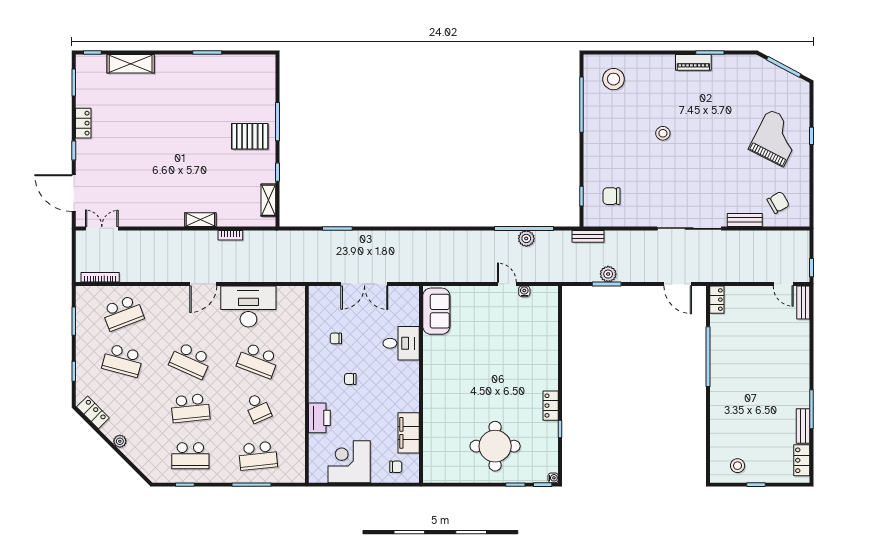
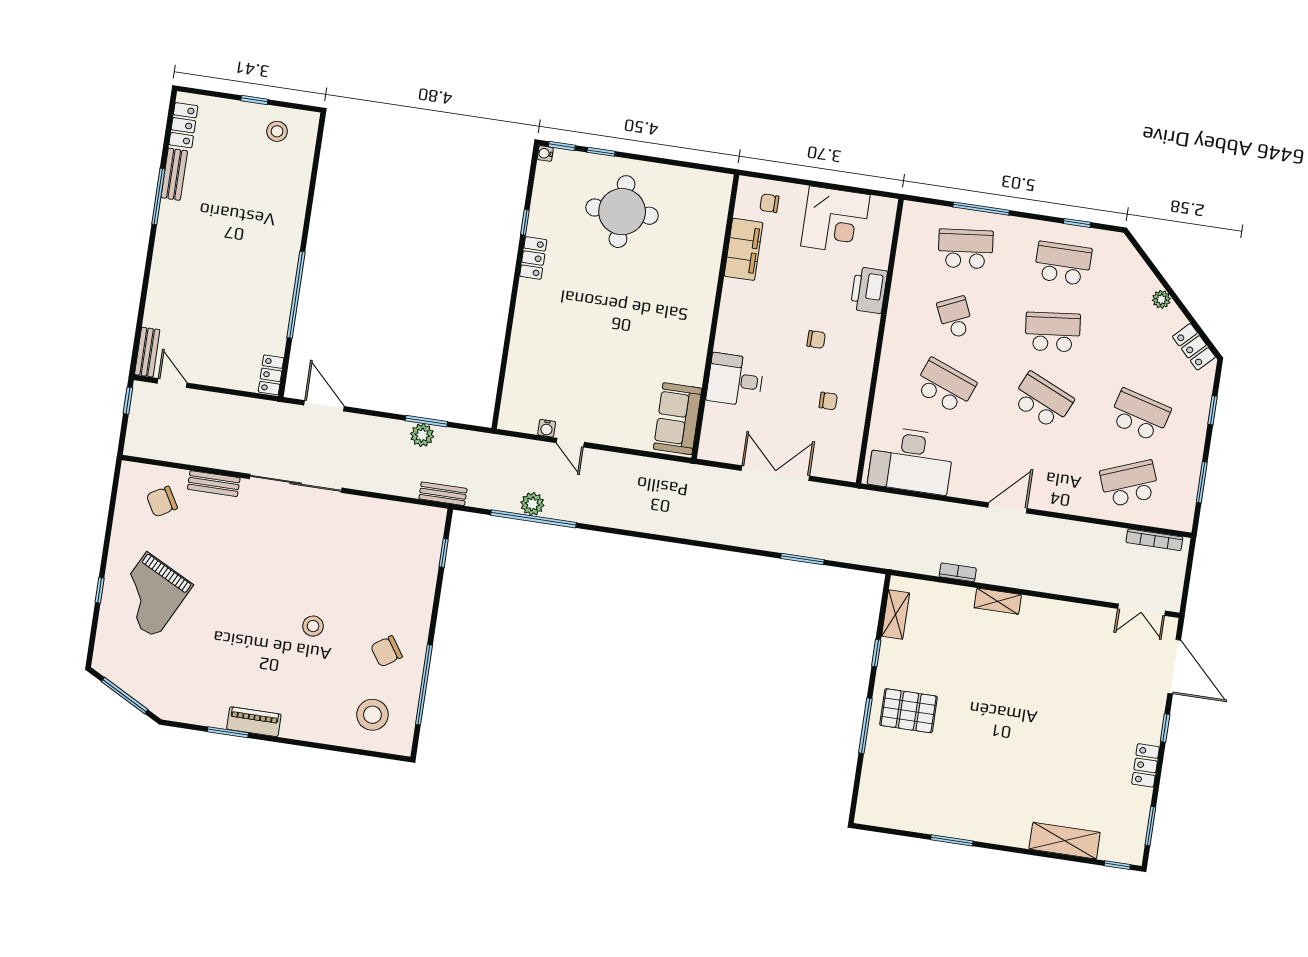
chair: (612, 196) -> (386, 651), moved, turned 146
desk: (248, 306) -> (911, 460), moved

